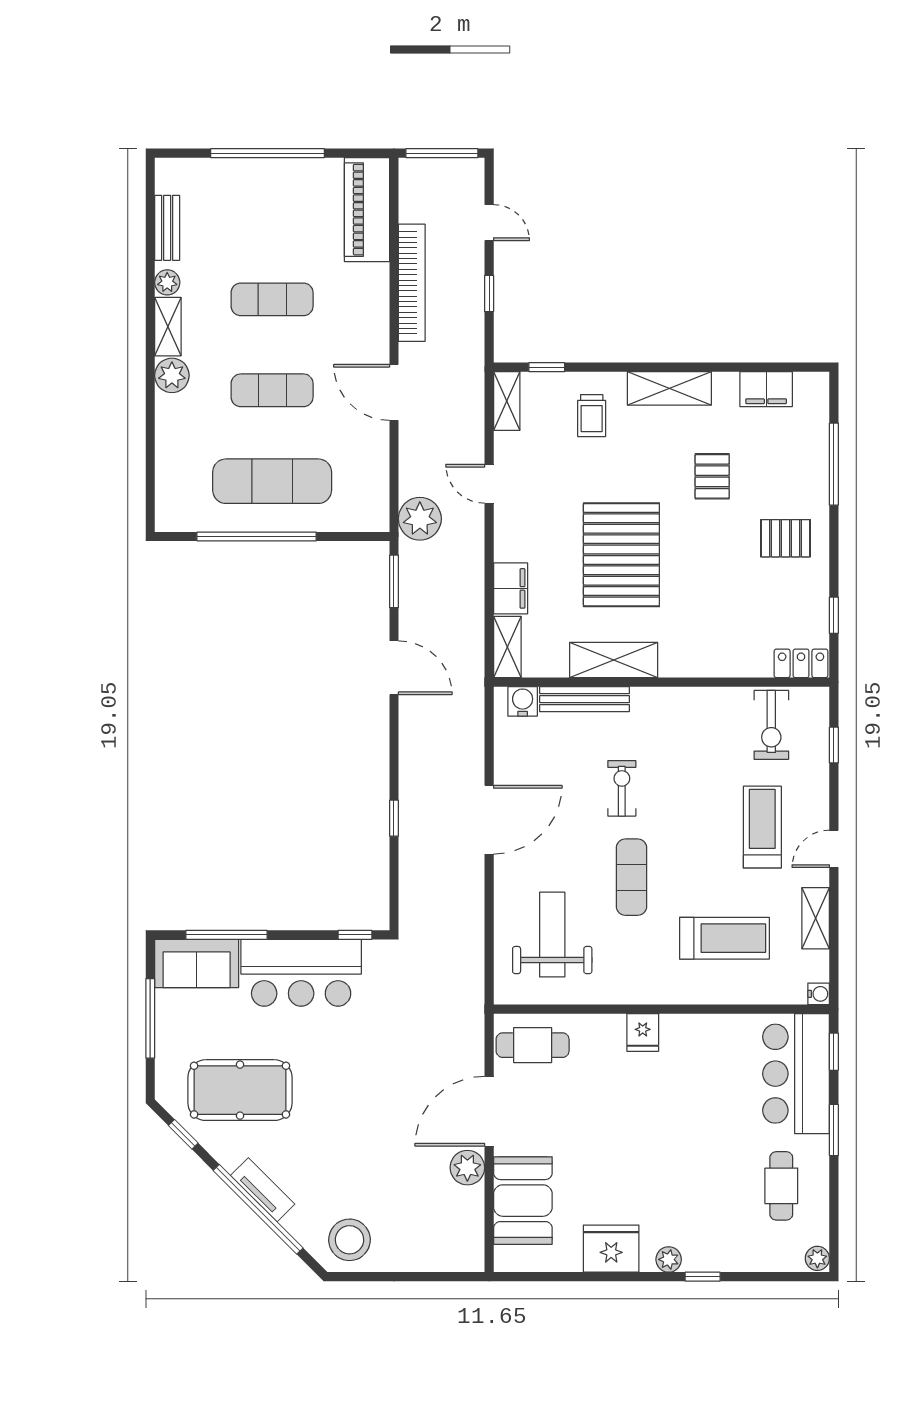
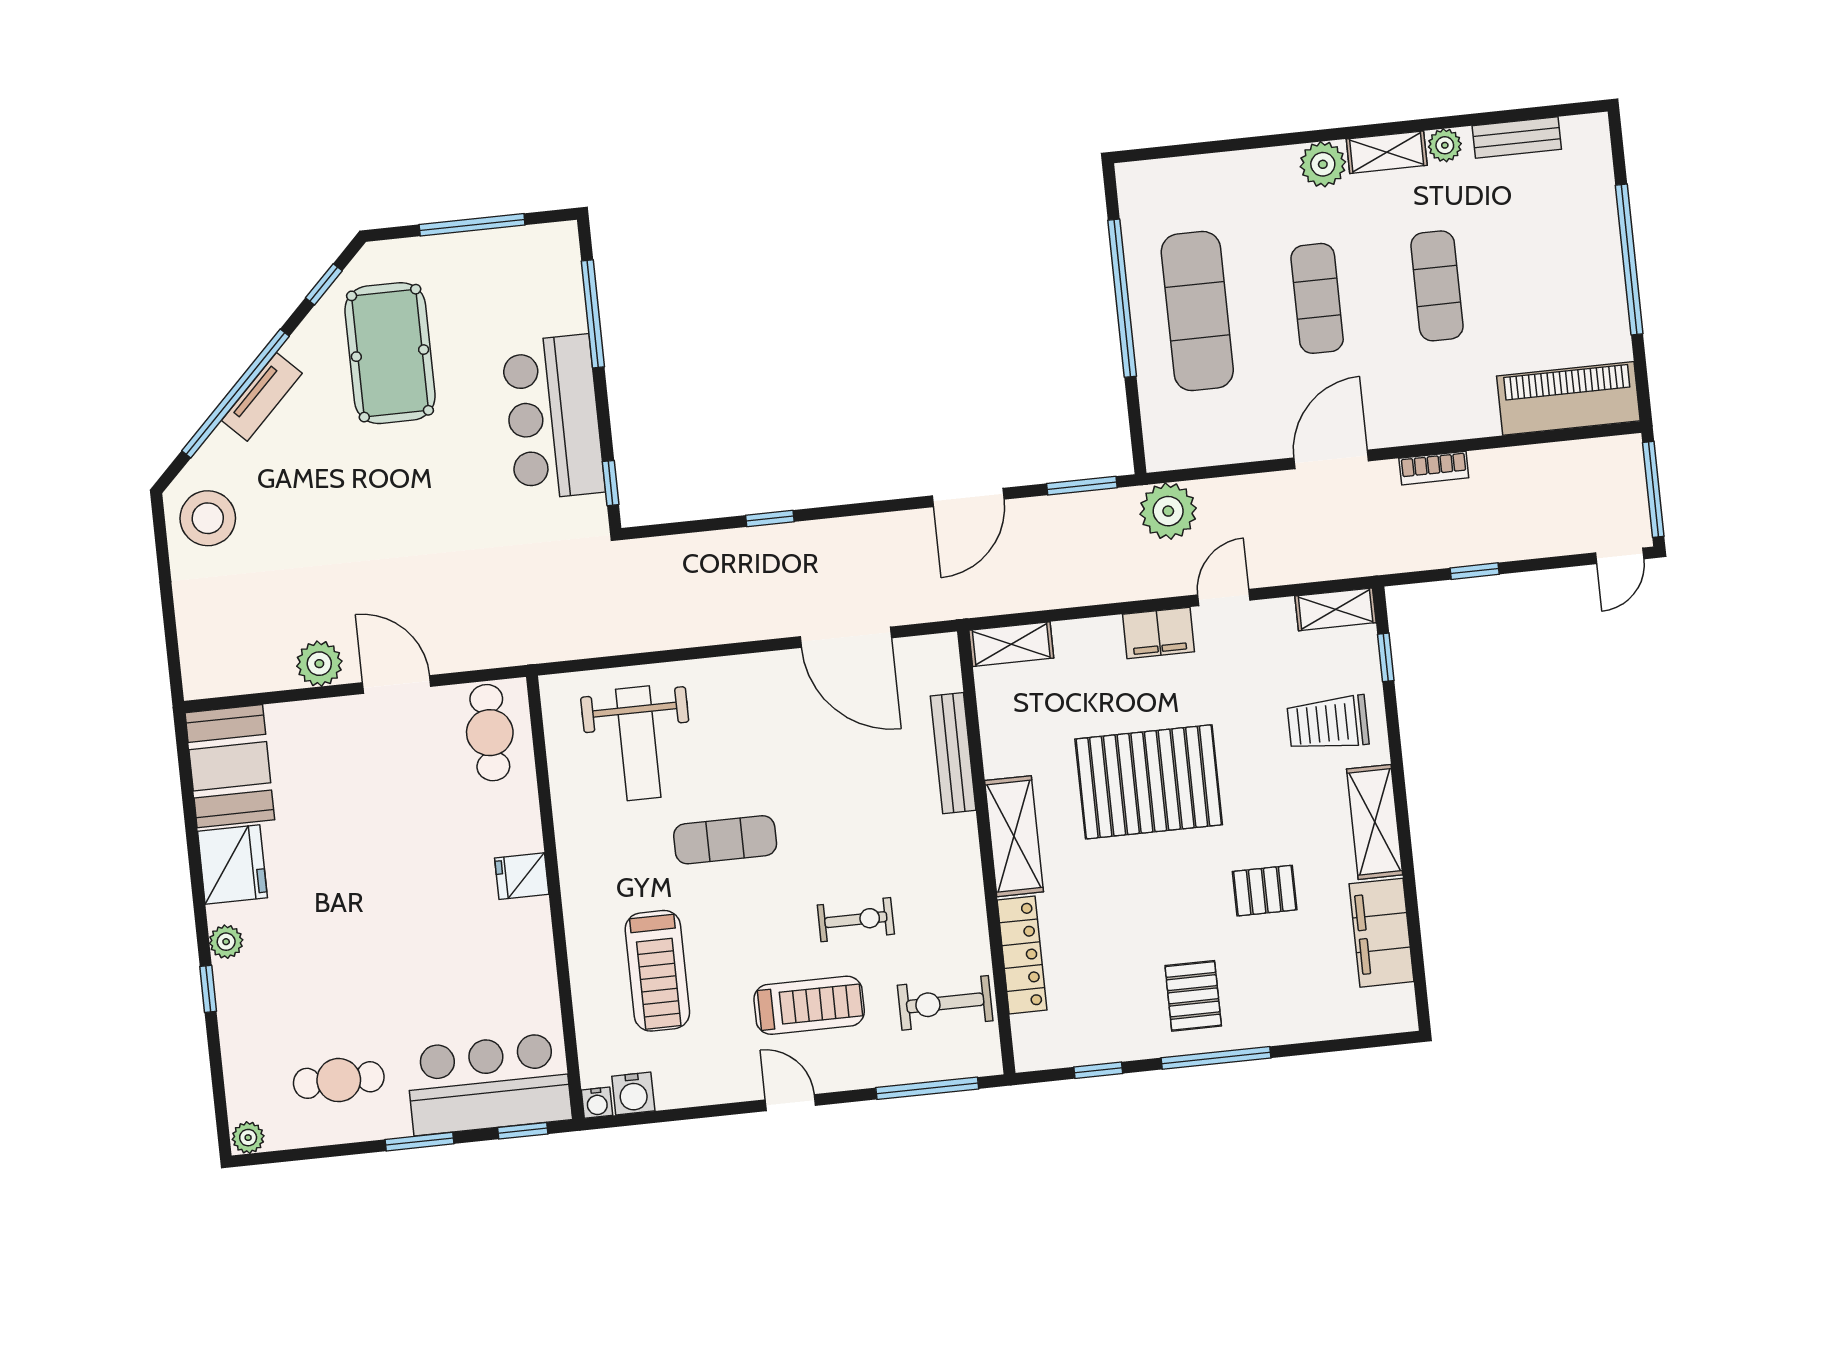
door: (489, 223) -> (1620, 556), moved
bookcase: (412, 283) -> (1434, 468), width x0.43, depth x0.76
filing cabinet: (766, 389) -> (1382, 933), width x1.50, depth x1.17
trolley: (592, 416) -> (1328, 723), width x1.36, depth x1.39
window: (834, 464) -> (1216, 1058), moved
filing cabinet: (511, 588) -> (1158, 633), moved
shelving: (614, 660) -> (1014, 836), moved
locker: (801, 663) -> (1022, 955), moved, width x1.53
water cooler: (523, 701) -> (633, 1094), moved, turned 90
window: (834, 745) -> (927, 1088), width x2.17
exercise bike: (622, 788) -> (856, 920), moved
door: (489, 820) -> (846, 637), moved
shelving: (816, 918) -> (696, 1088), removed
weight bench: (552, 935) -> (638, 743), turned 90
sofa: (197, 964) -> (551, 278), removed
door: (489, 1111) -> (397, 684), width x0.73
booth: (523, 1201) -> (230, 766), moved, turned 90

